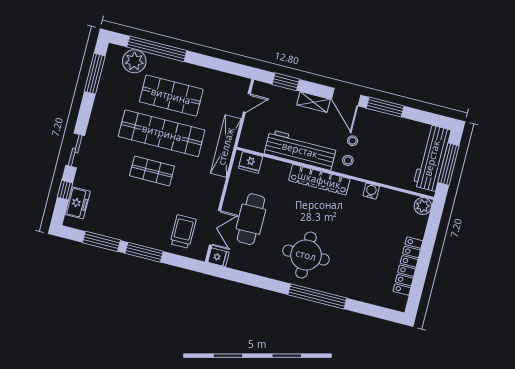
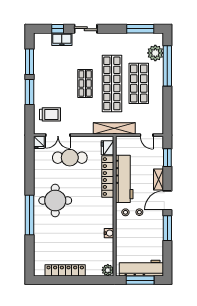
locker: (319, 180) -> (108, 177), moved
freezer: (78, 203) -> (62, 39), moved

